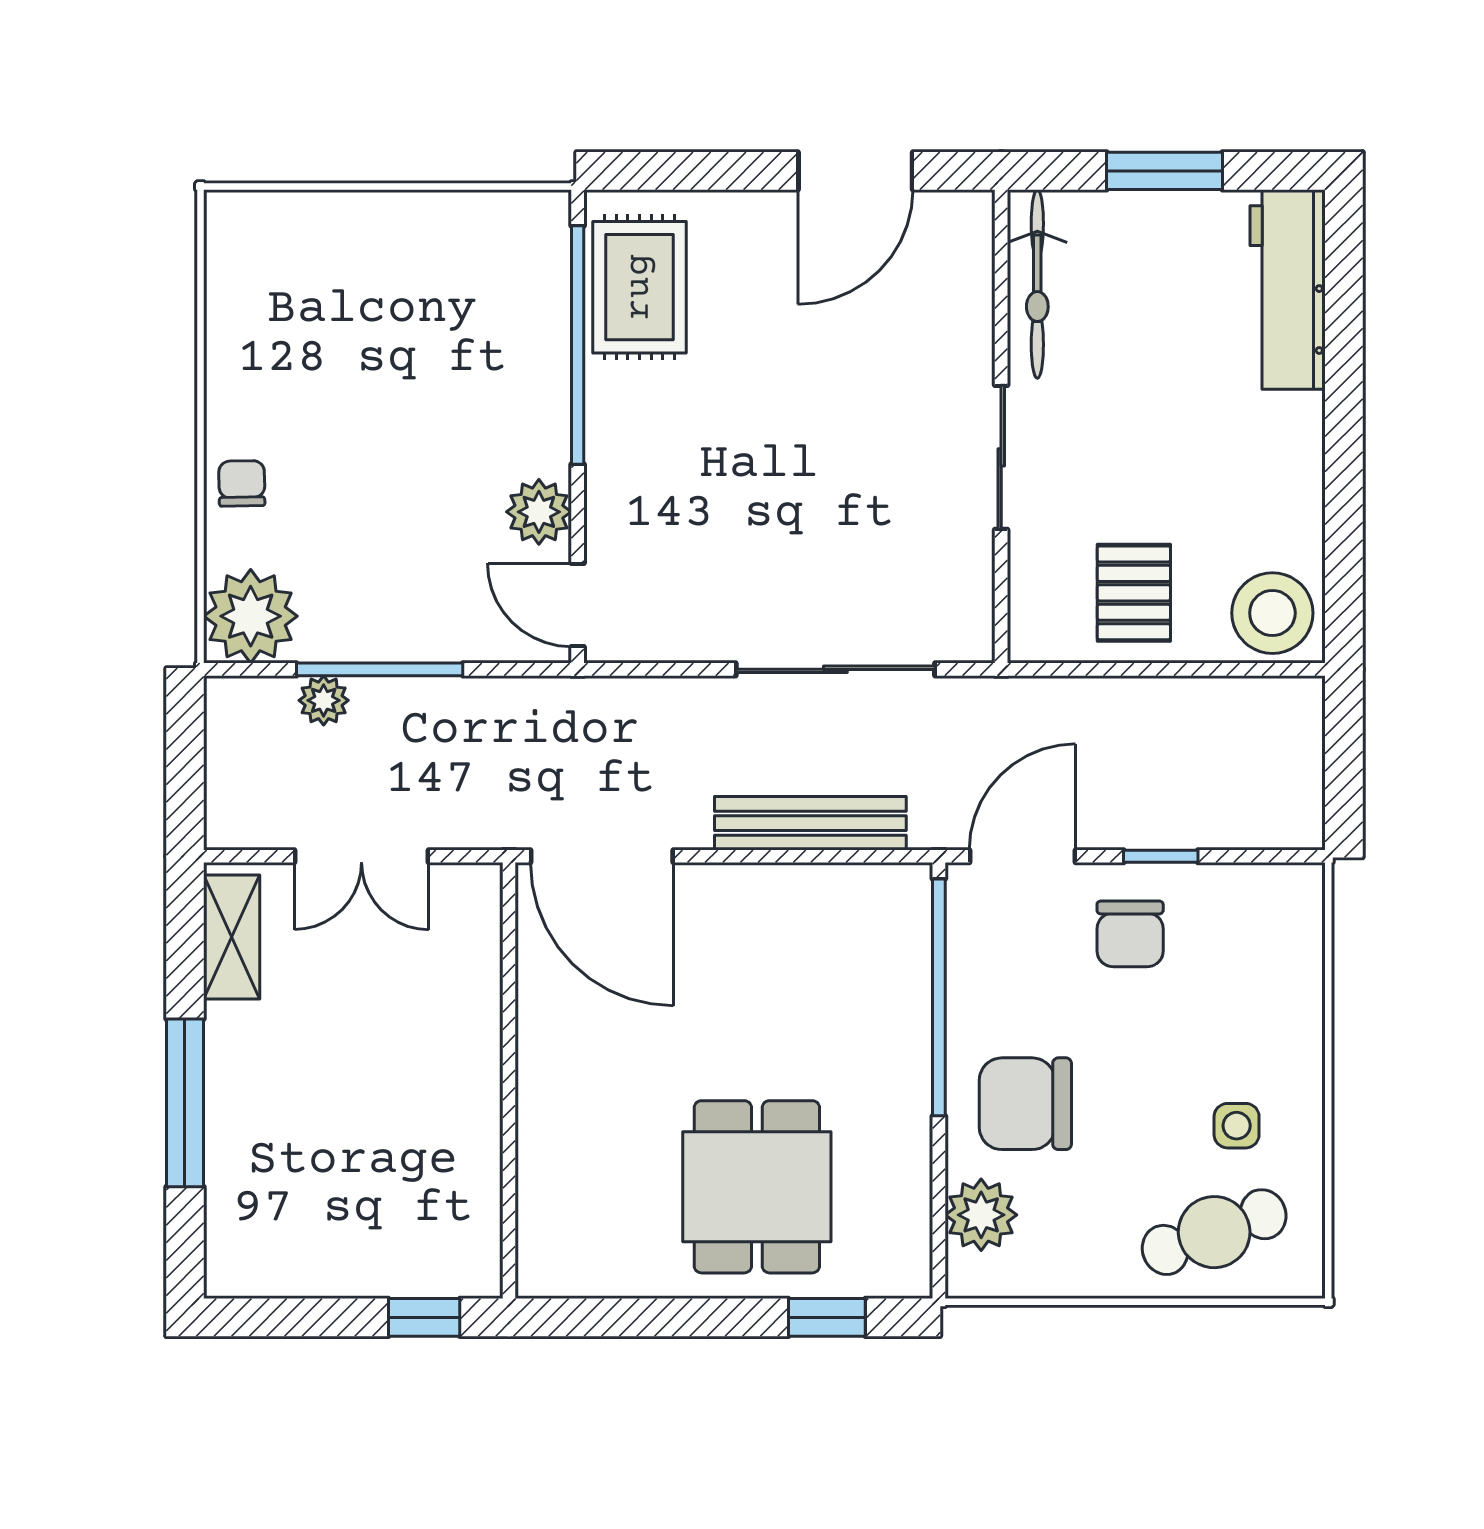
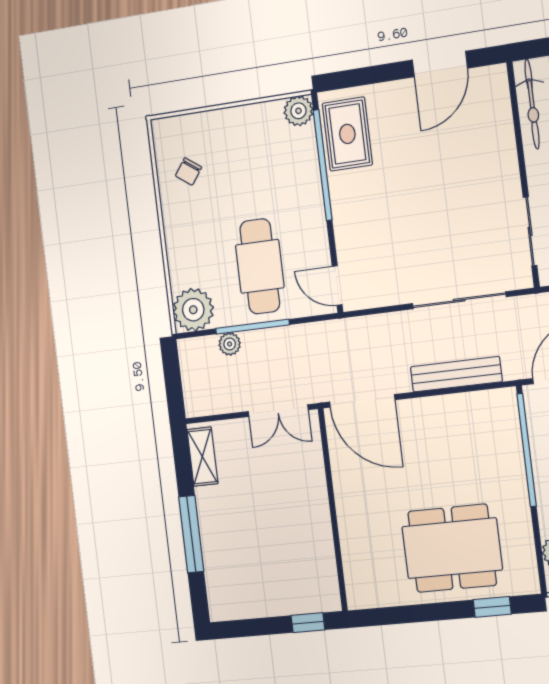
sliding door: (1001, 457) -> (530, 231), moved
chair: (242, 483) -> (188, 171), moved, turned -143
plant: (539, 512) -> (298, 111), moved
cafe table: (412, 542) -> (260, 266), added
double door: (361, 856) -> (278, 411), moved
dining table: (757, 1187) -> (452, 548), width x1.37

